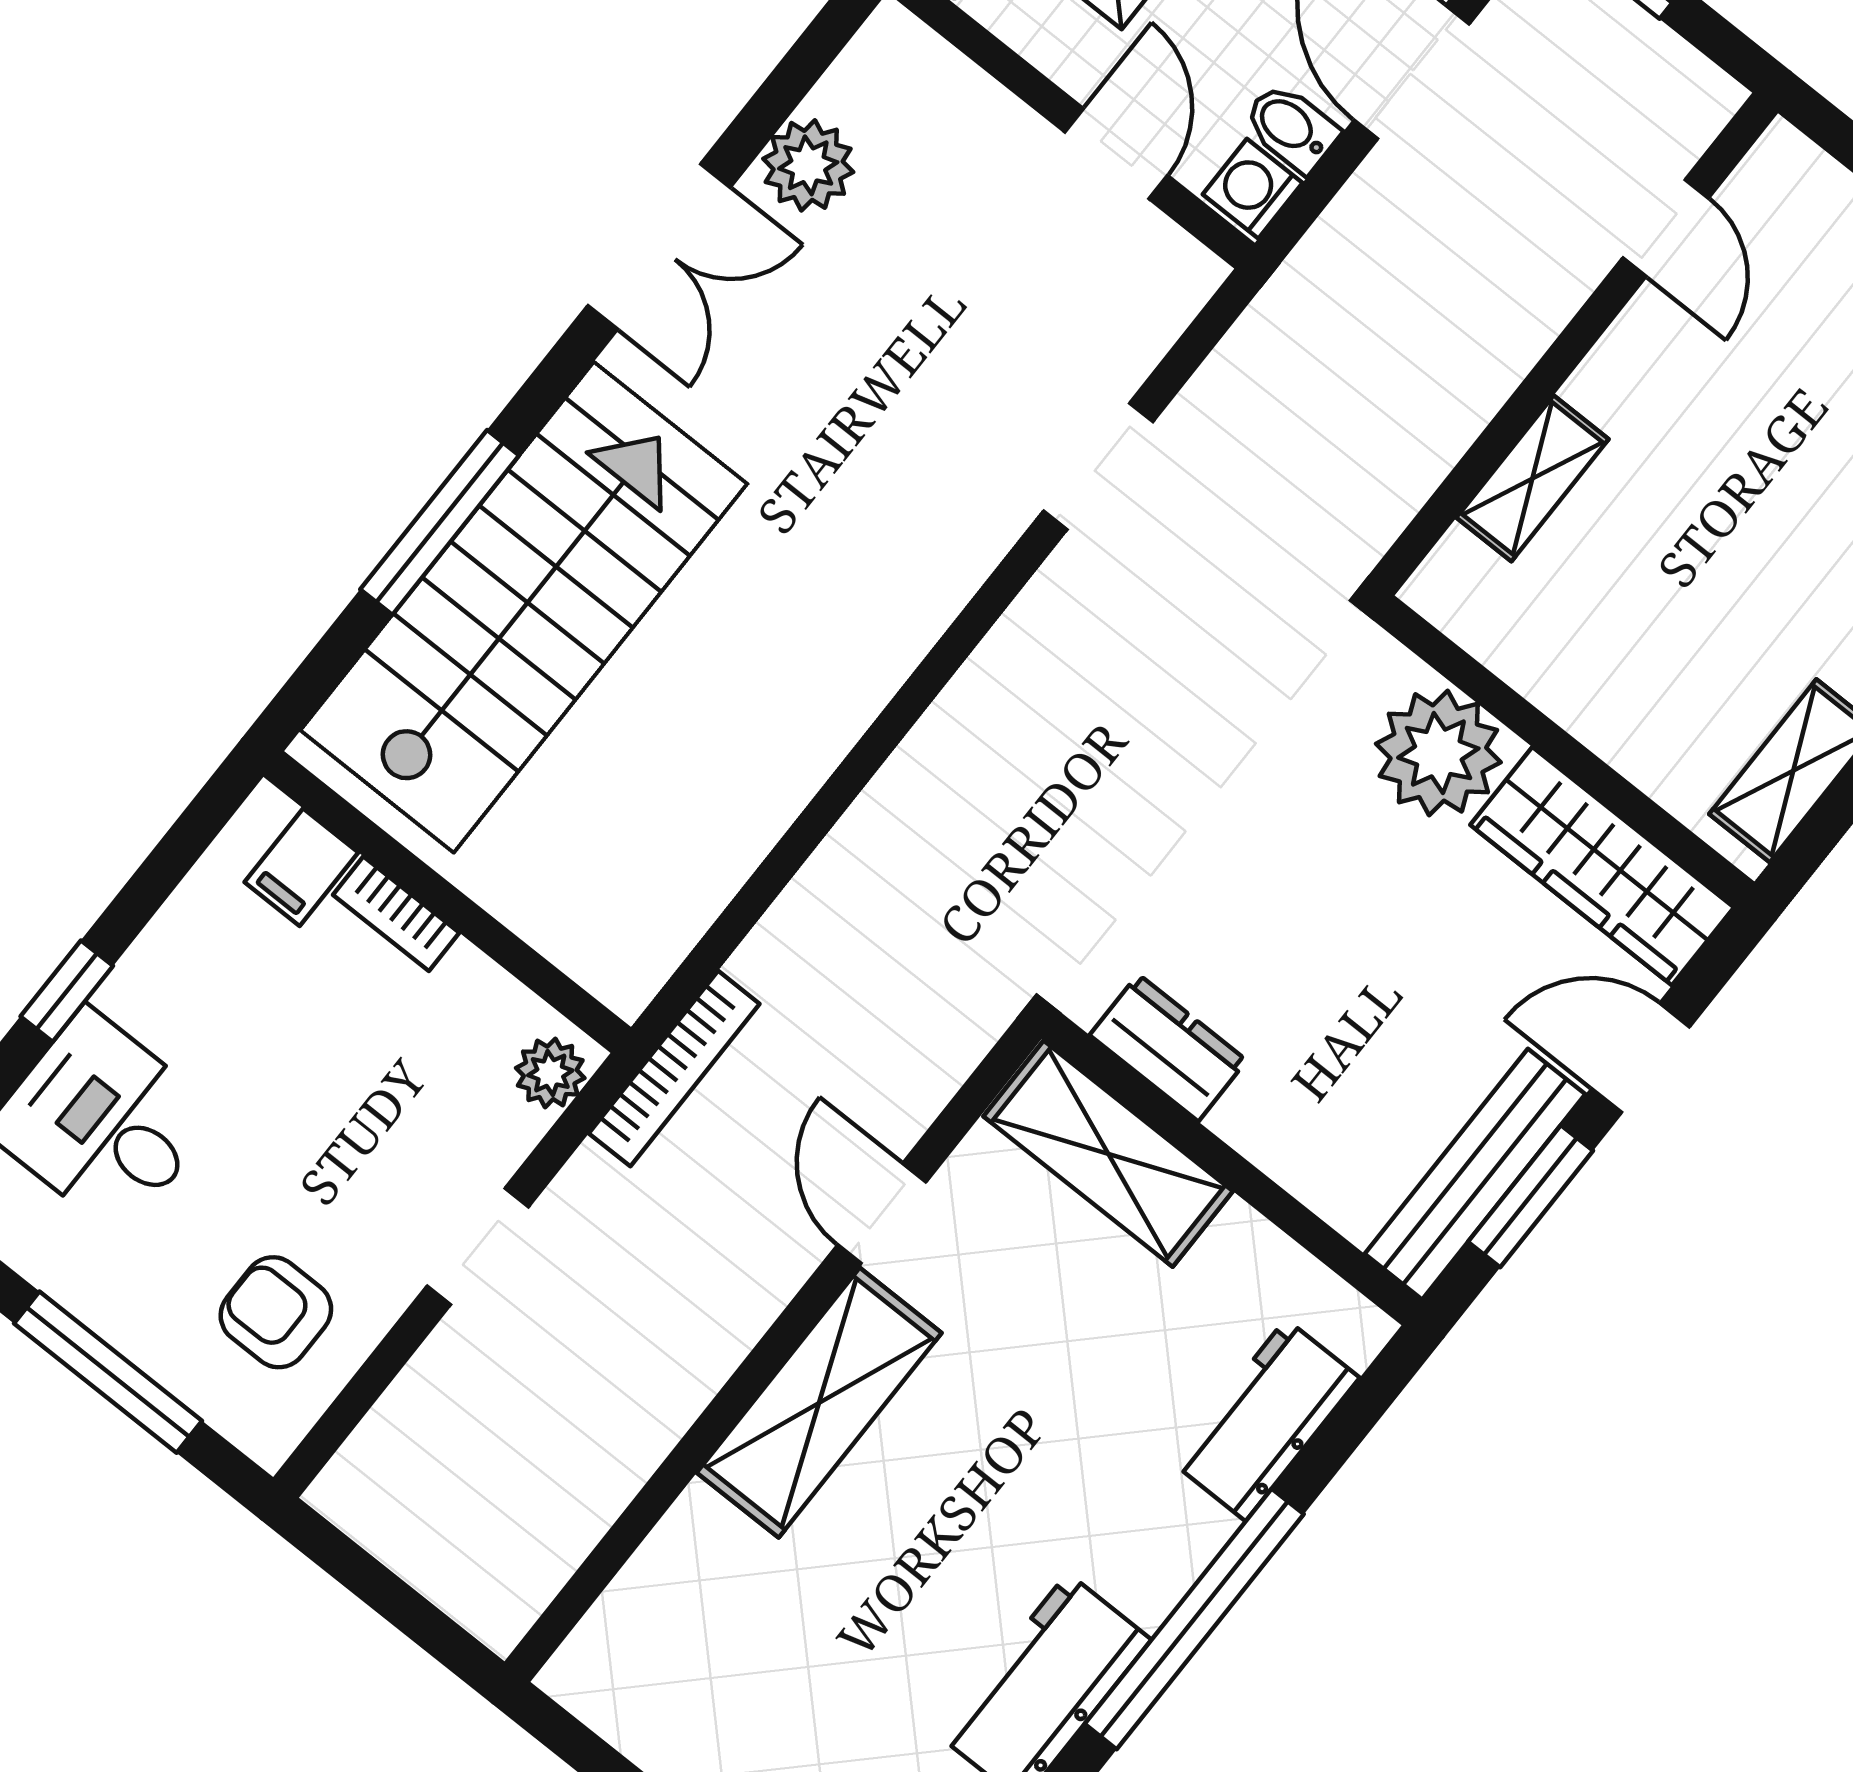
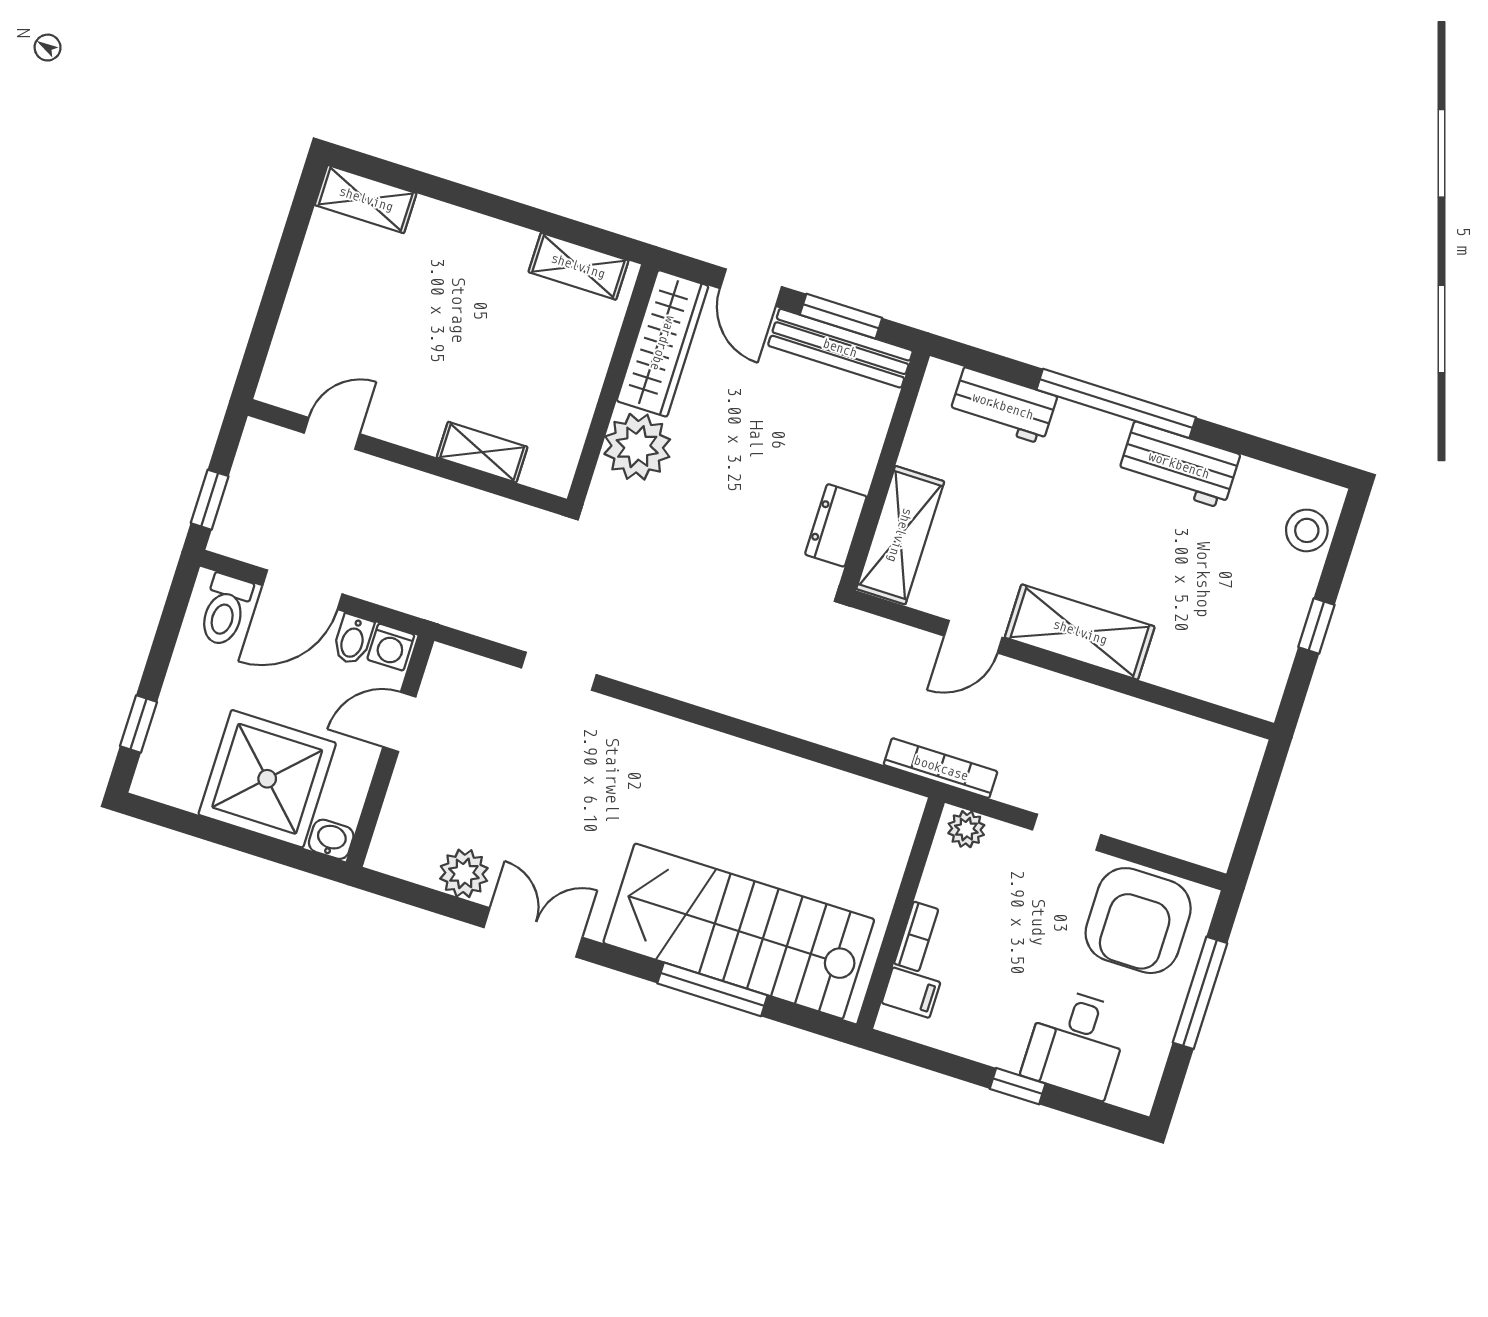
armchair: (276, 1312) -> (1138, 921), width x1.88, depth x1.88

